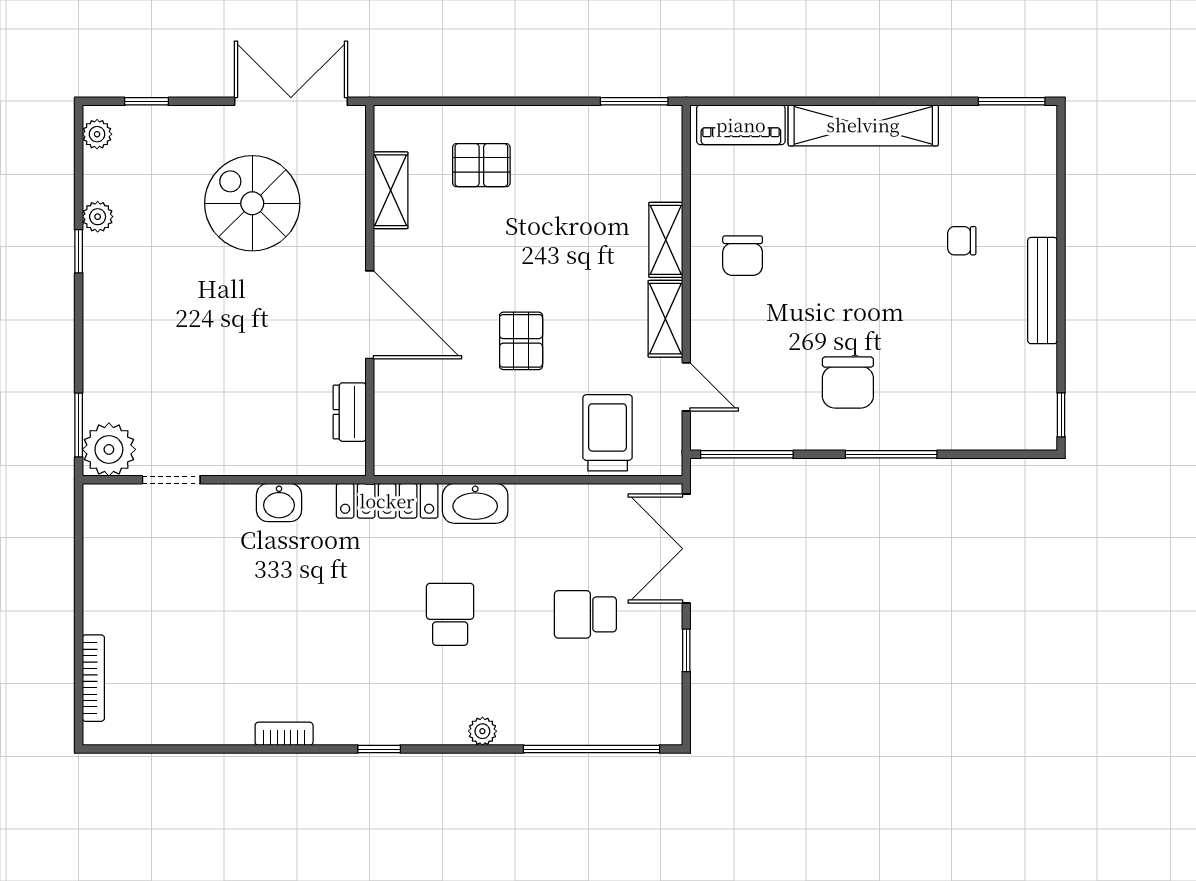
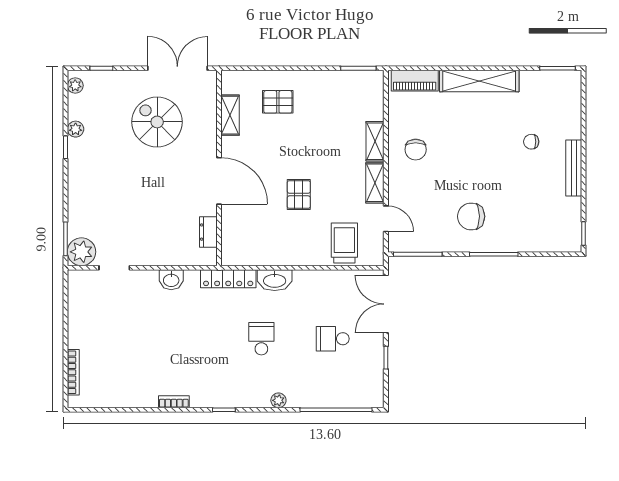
chair: (848, 383) -> (471, 216), turned 90

